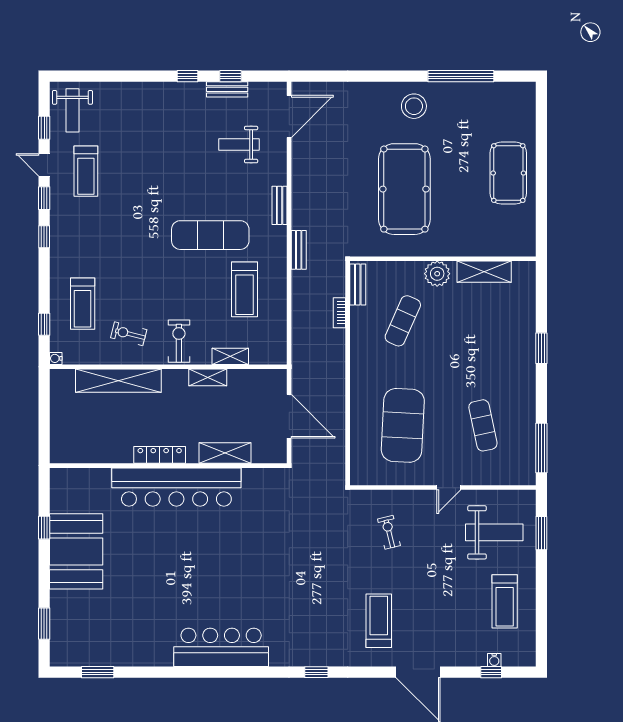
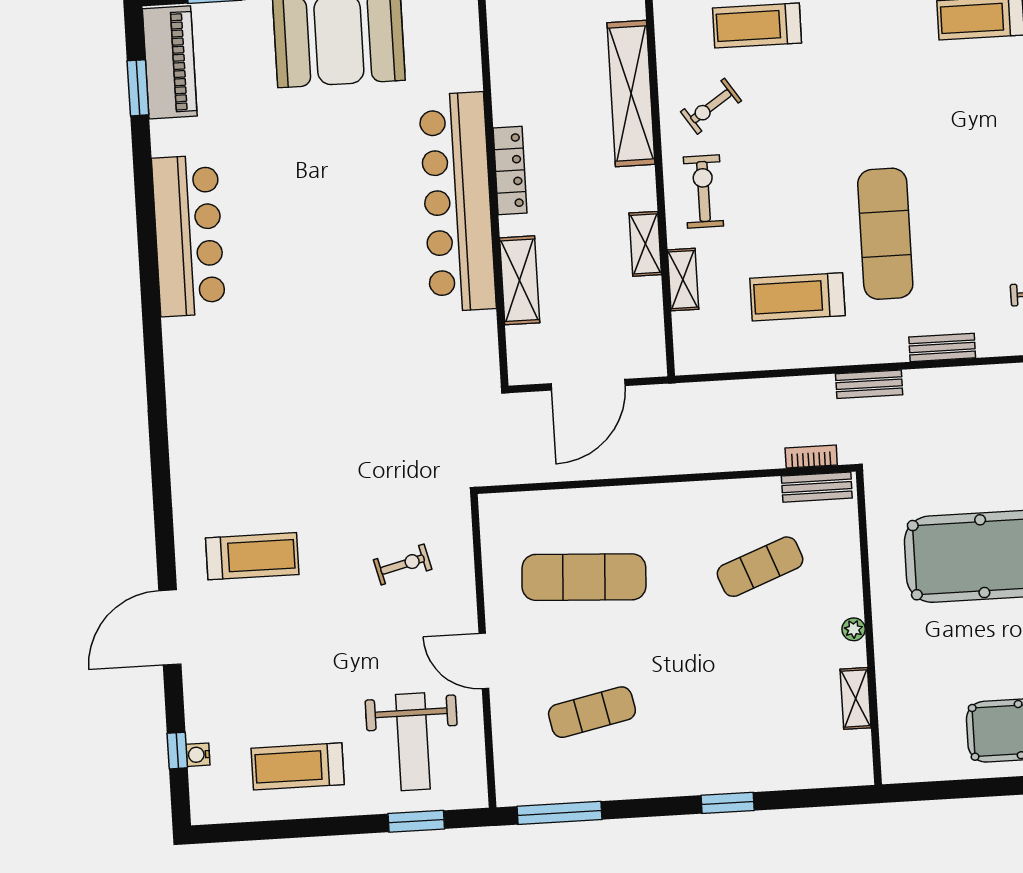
shelving: (484, 272) -> (856, 698), width x0.67, depth x0.75
plant: (437, 274) -> (854, 629), width x0.53, depth x0.53
bookcase: (339, 313) -> (811, 457), moved
exercise mat: (403, 321) -> (760, 567), turned -45
exercise bike: (129, 334) -> (711, 106), turned -138
exercise bike: (179, 341) -> (703, 191), turned -90
exercise mat: (403, 425) -> (584, 577), width x0.68
door: (449, 488) -> (484, 661), width x1.38
bar counter: (221, 647) -> (188, 236), moved
piano: (84, 652) -> (170, 62), added
window: (316, 672) -> (160, 456), removed

